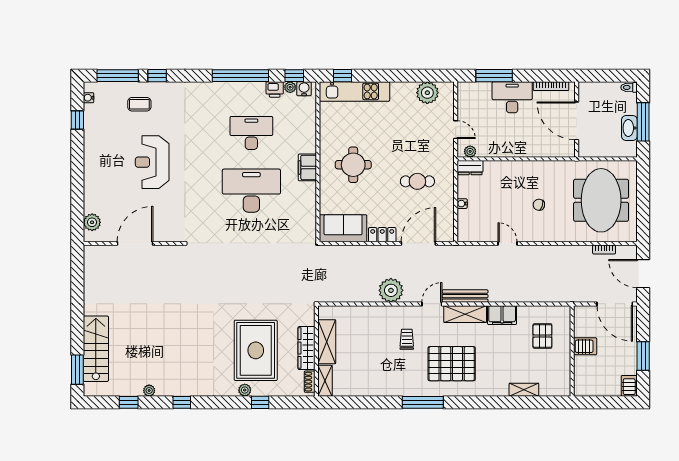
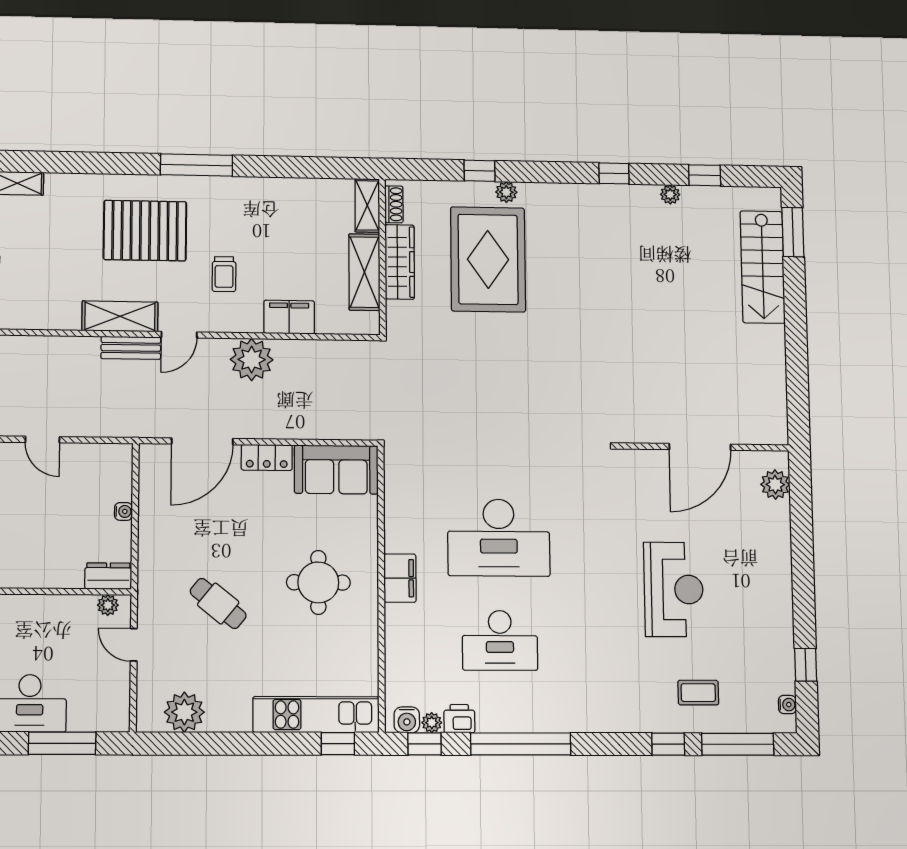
cafe table: (417, 181) -> (218, 603), moved, turned 39
bench: (465, 296) -> (131, 348), width x0.73
filing cabinet: (502, 315) -> (289, 317), moved

